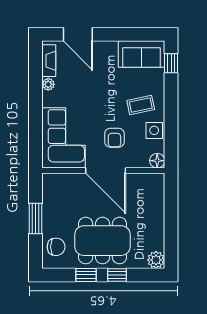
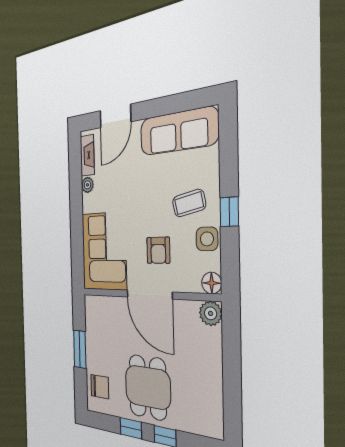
door: (78, 34) -> (115, 116), hinge flipped
sofa: (141, 54) -> (178, 131), width x1.36
window: (171, 63) -> (229, 212), moved
dining table: (103, 241) -> (148, 387), width x0.73
plant: (156, 260) -> (211, 313), moved

